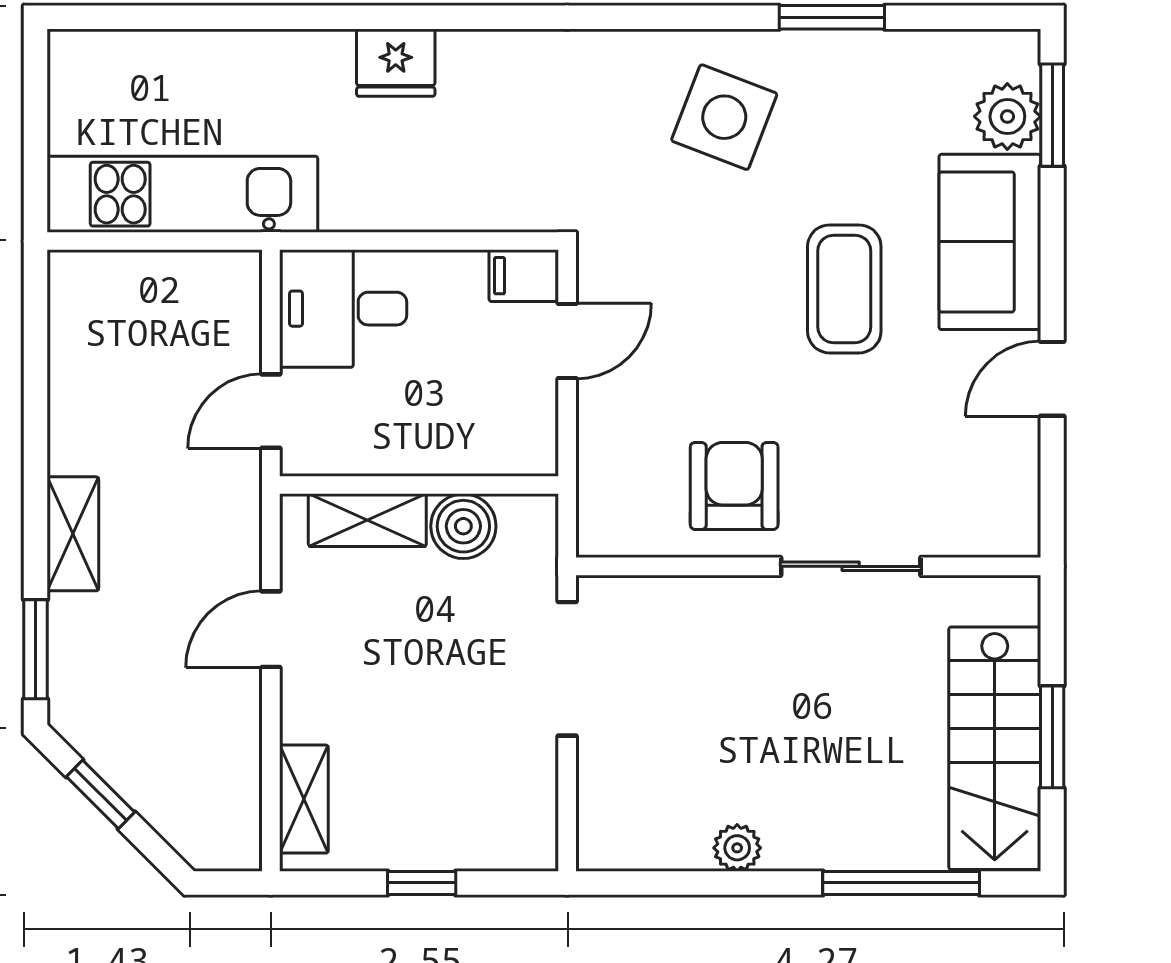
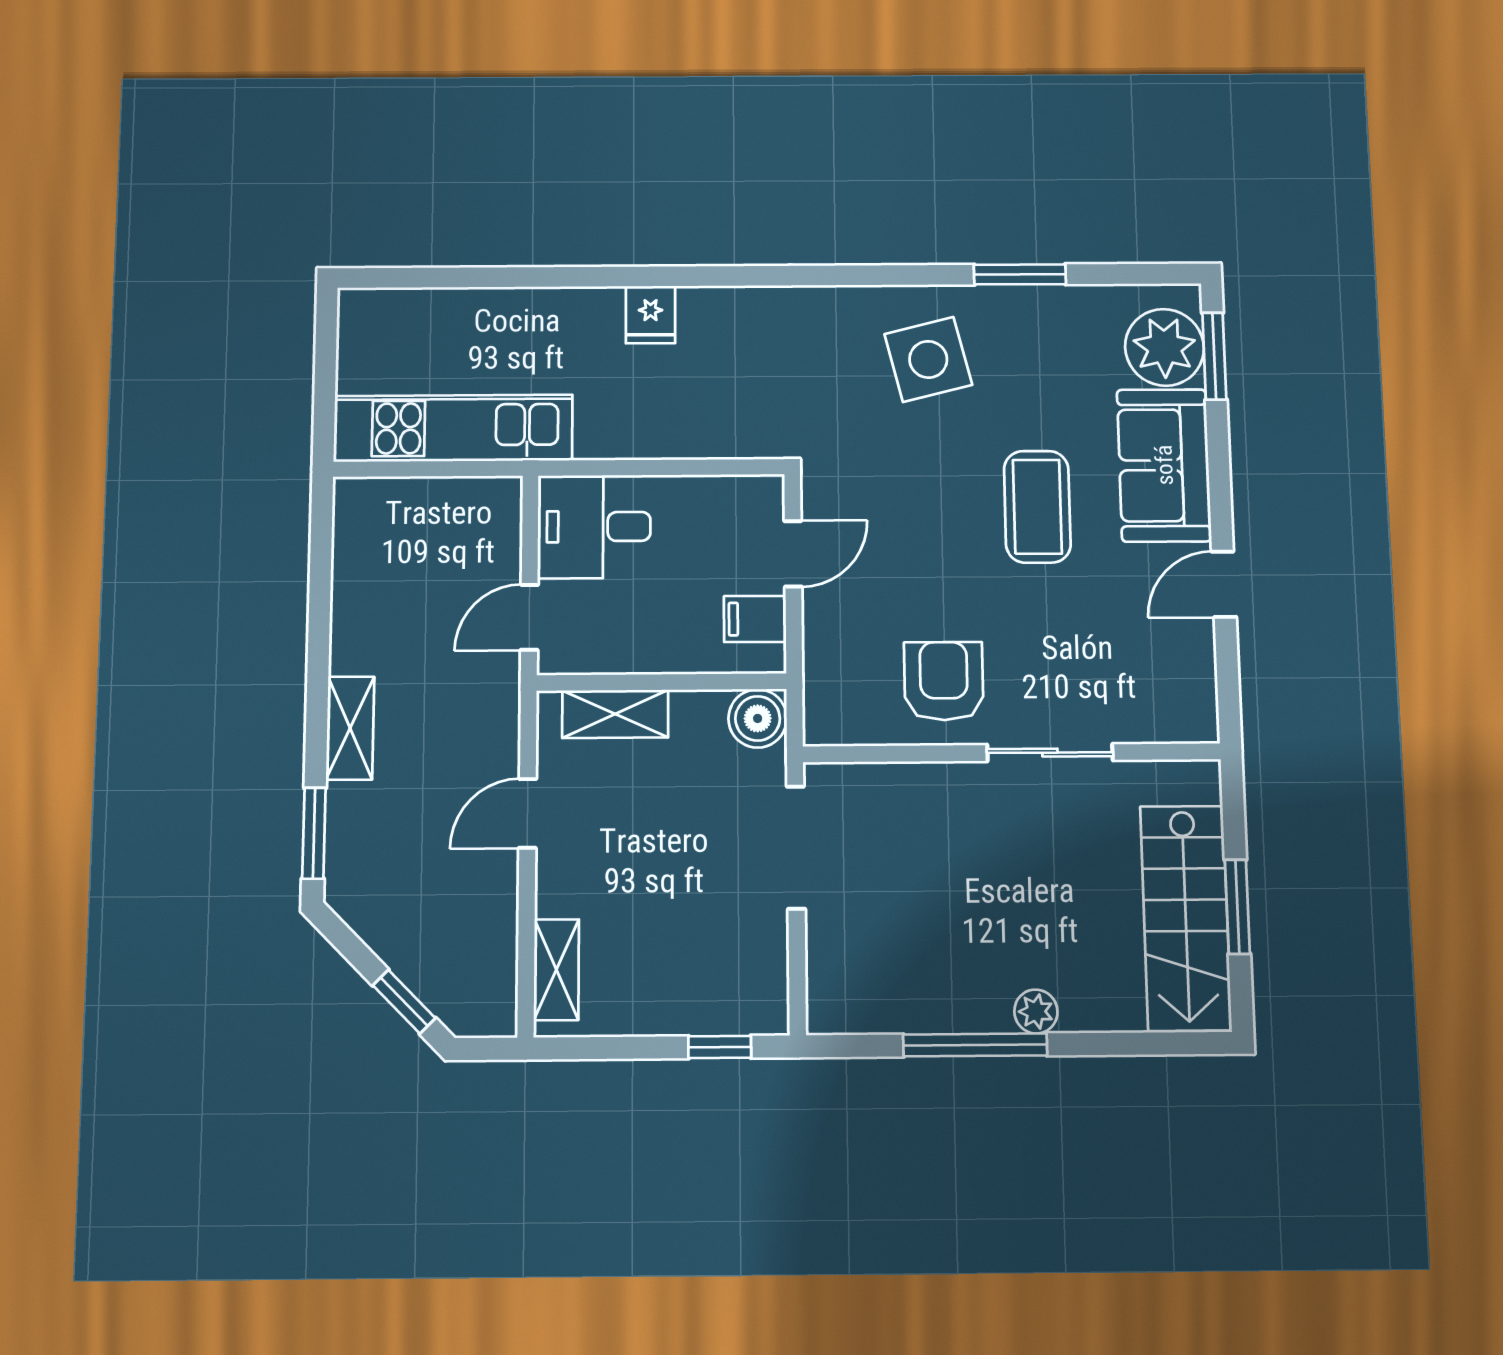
fridge: (396, 63) -> (651, 315), width x0.72
plant: (1007, 116) -> (1165, 347), width x1.36, depth x1.36
side table: (724, 117) -> (928, 359), turned -35
filing cabinet: (524, 276) -> (755, 619), moved
boiler: (463, 526) -> (758, 718), moved
window: (101, 794) -> (404, 1002), moved
plant: (737, 848) -> (1036, 1011), moved
window: (422, 883) -> (720, 1047), moved
window: (901, 883) -> (975, 1045), moved

